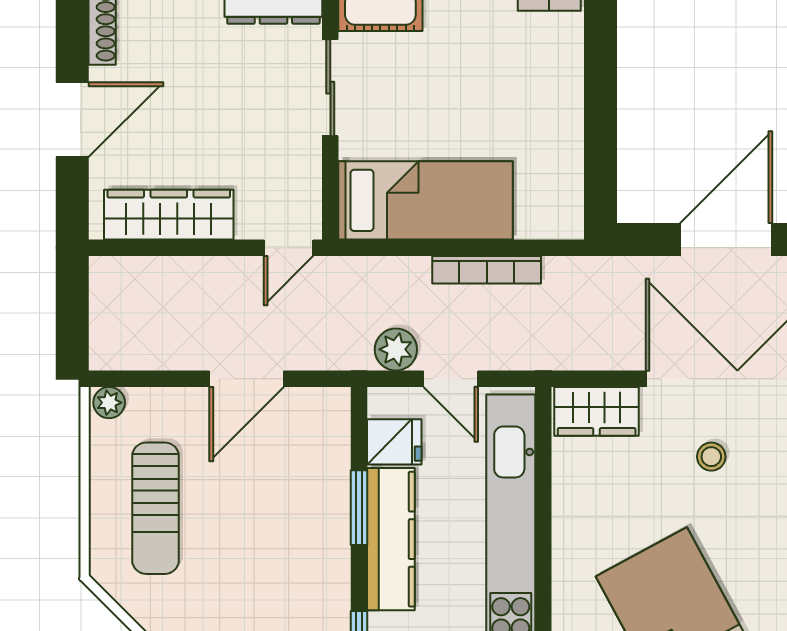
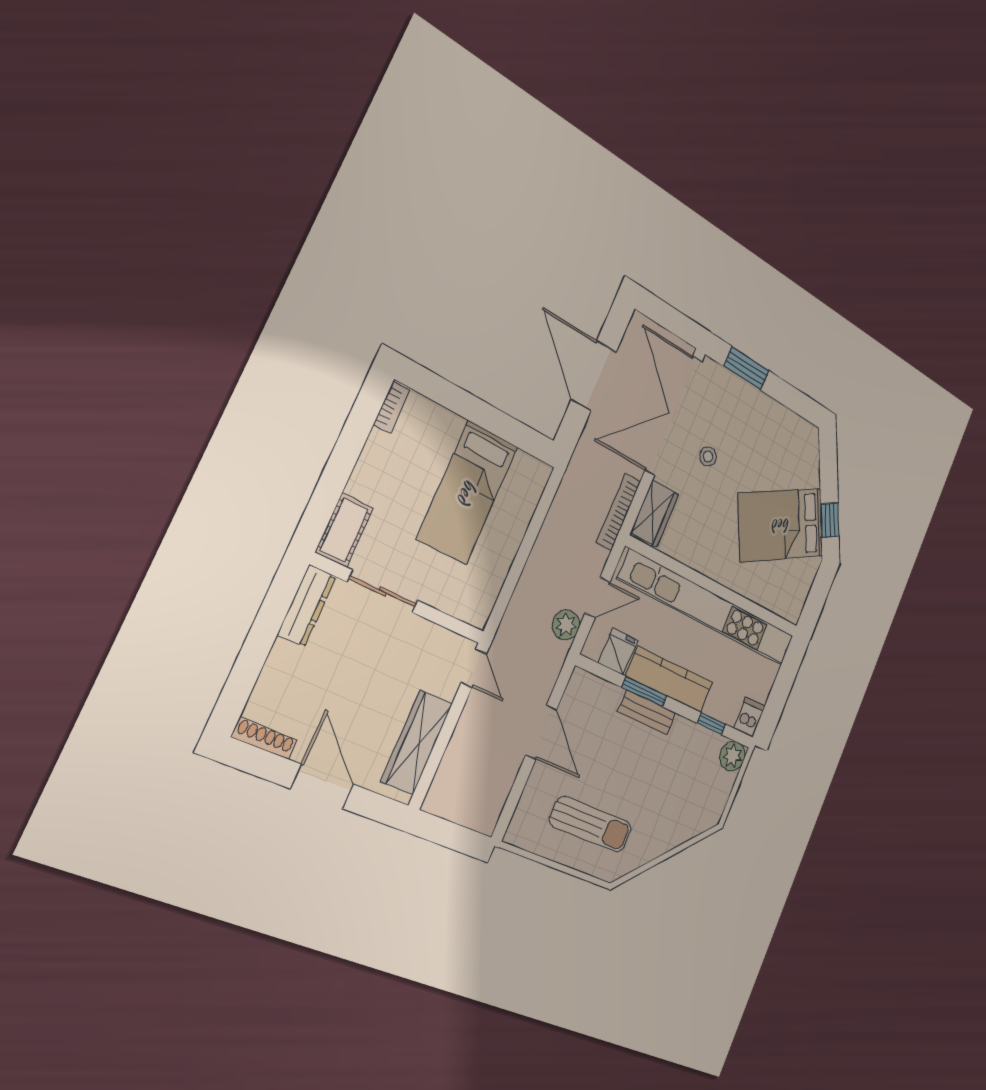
bed: (426, 200) -> (467, 492), moved, turned 180
bookcase: (487, 270) -> (618, 512), moved, turned 180
plant: (109, 403) -> (517, 831), removed
bench: (333, 525) -> (647, 712), added

